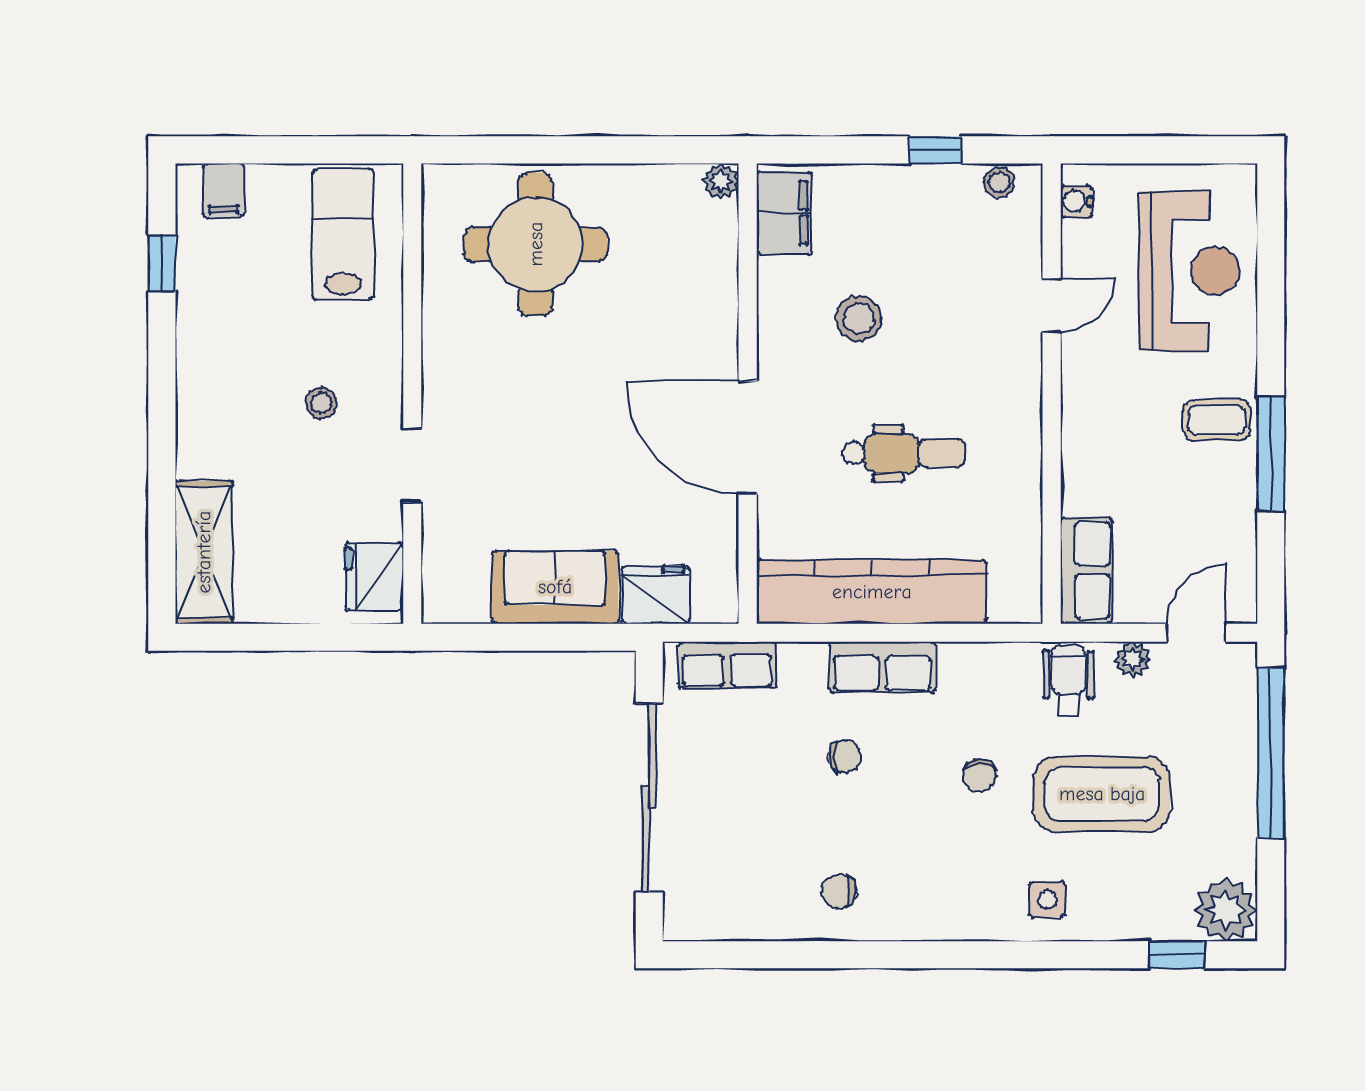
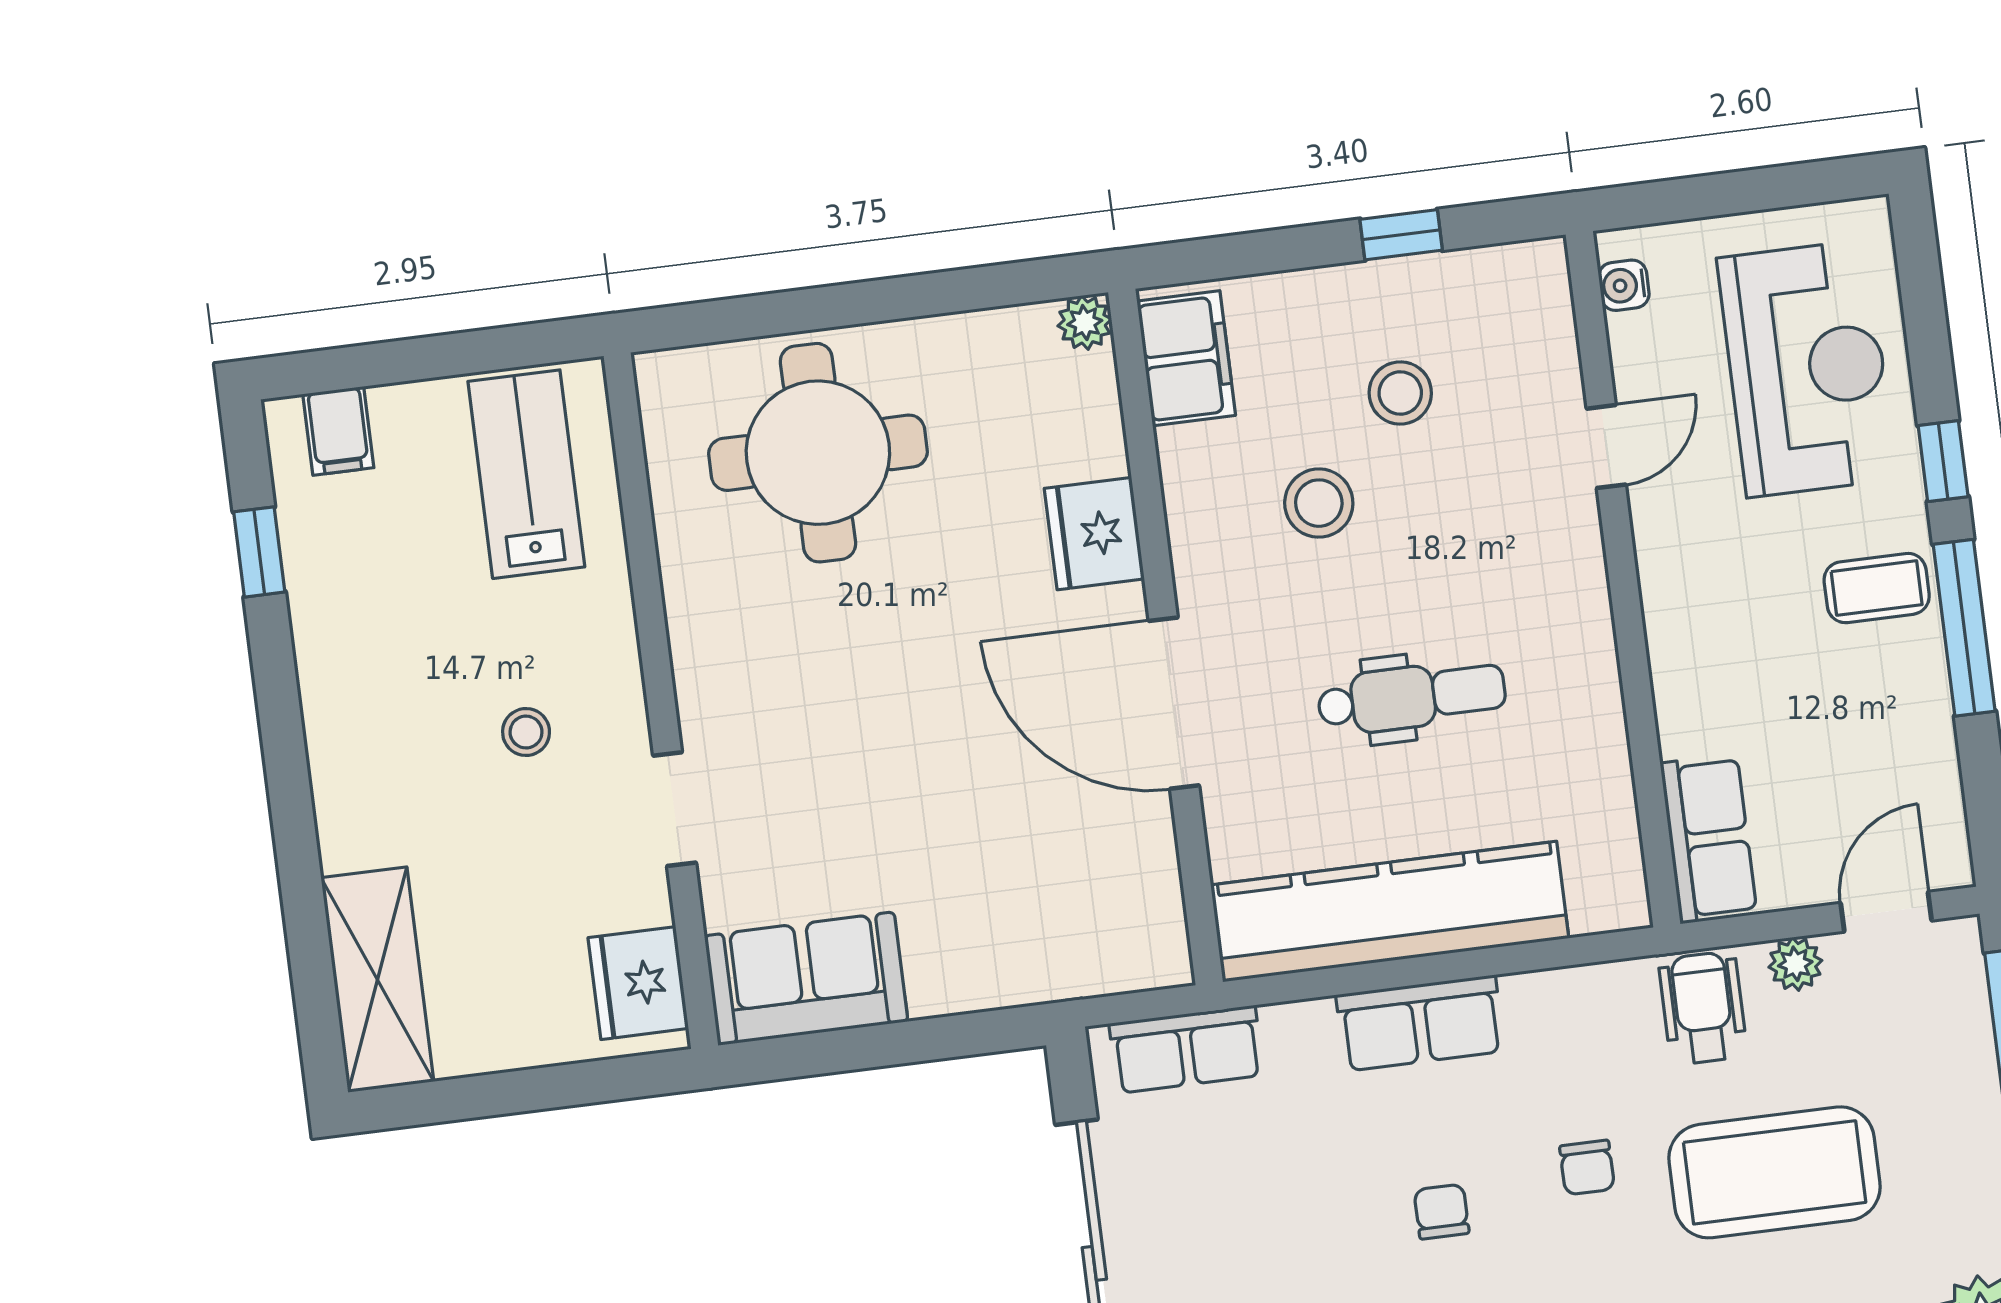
stool: (999, 182) -> (1400, 393), moved, width x1.37, depth x1.37
window: (1271, 343) -> (1943, 461), added
sofa: (555, 587) -> (806, 979), moved
fridge: (656, 595) -> (1094, 534), moved, turned -90
chair: (845, 757) -> (1442, 1212), moved, turned -90

